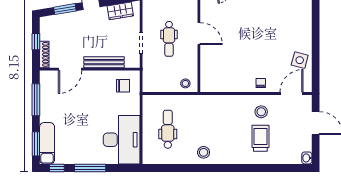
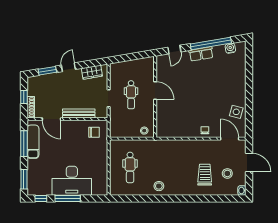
door: (70, 69) -> (51, 119), hinge flipped
door: (292, 93) -> (230, 139), hinge flipped
stool: (261, 112) -> (227, 173), moved
dental chair: (168, 129) -> (130, 167), turned 180
desk: (122, 140) -> (72, 181), moved, turned 90
exam couch: (47, 143) -> (33, 142), moved

